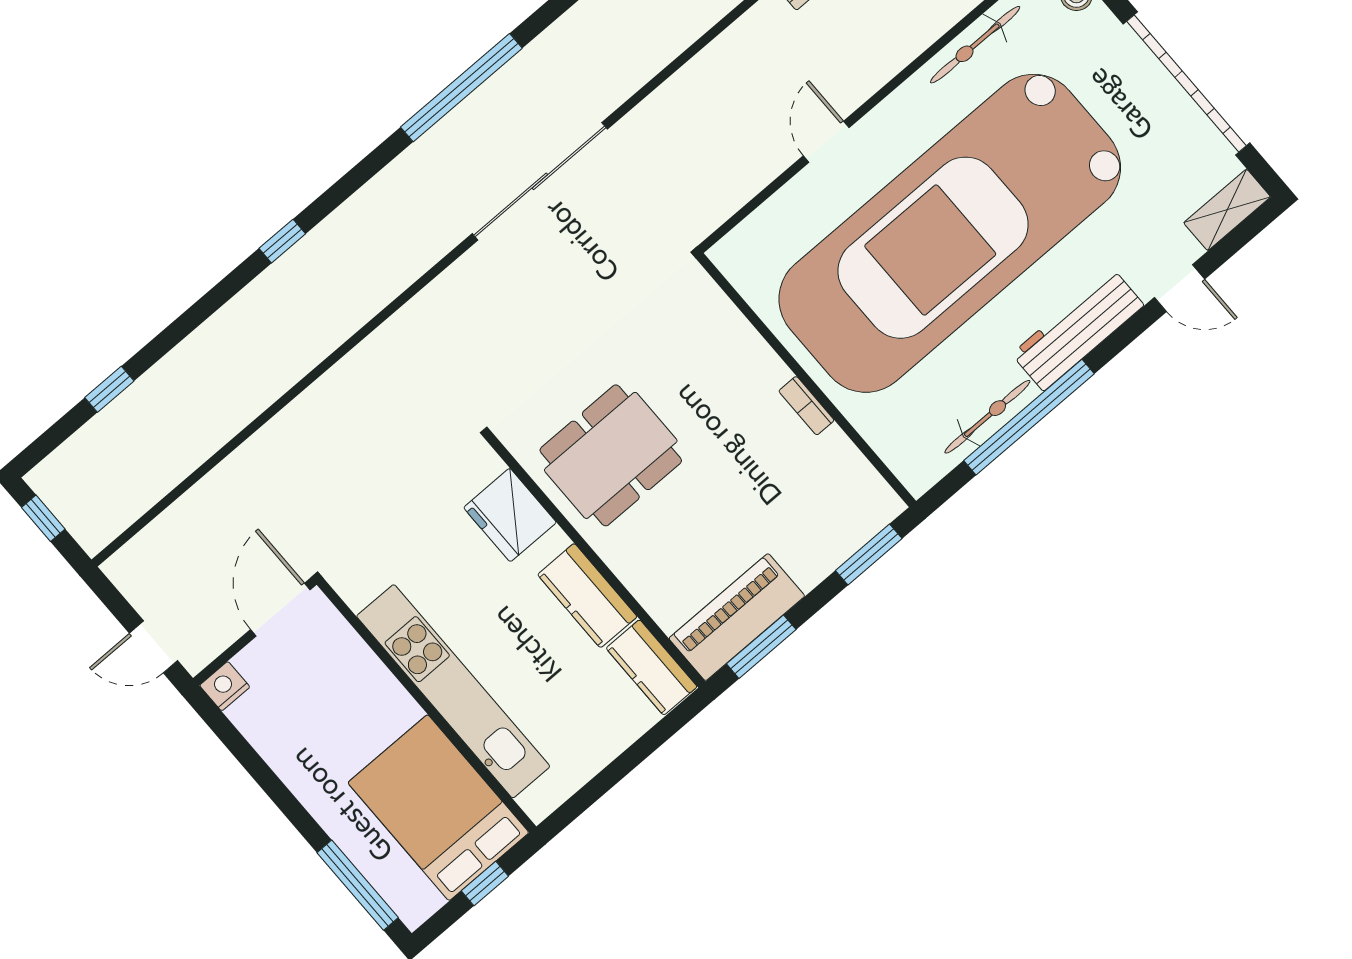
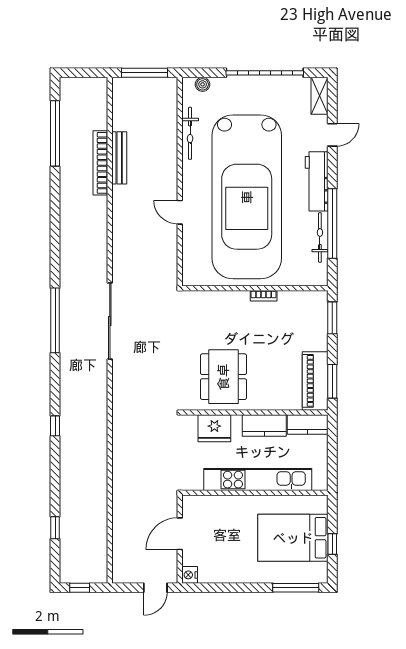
door: (280, 610) -> (180, 534), hinge flipped
kitchen unit: (453, 691) -> (258, 480), moved
wall: (427, 706) -> (255, 493), moved

